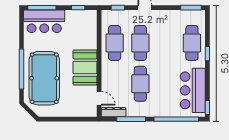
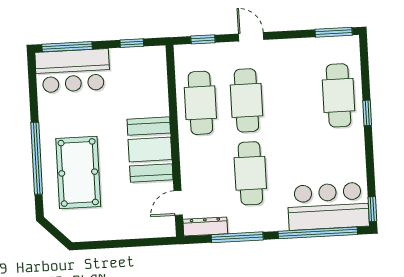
pool table: (44, 78) -> (78, 173), width x0.73, depth x0.76
bar counter: (193, 90) -> (328, 206), moved, turned 90
door: (99, 98) -> (178, 203), swing flipped

